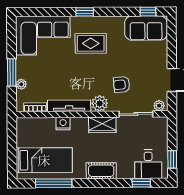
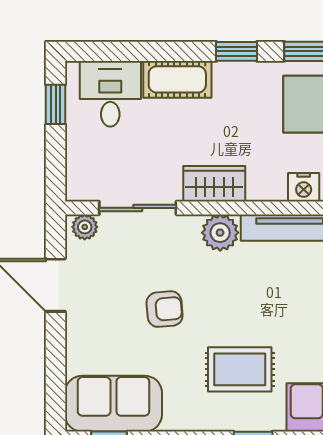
armchair: (122, 85) -> (165, 309), moved
cot: (101, 171) -> (177, 79), moved
window: (141, 183) -> (237, 51), moved

